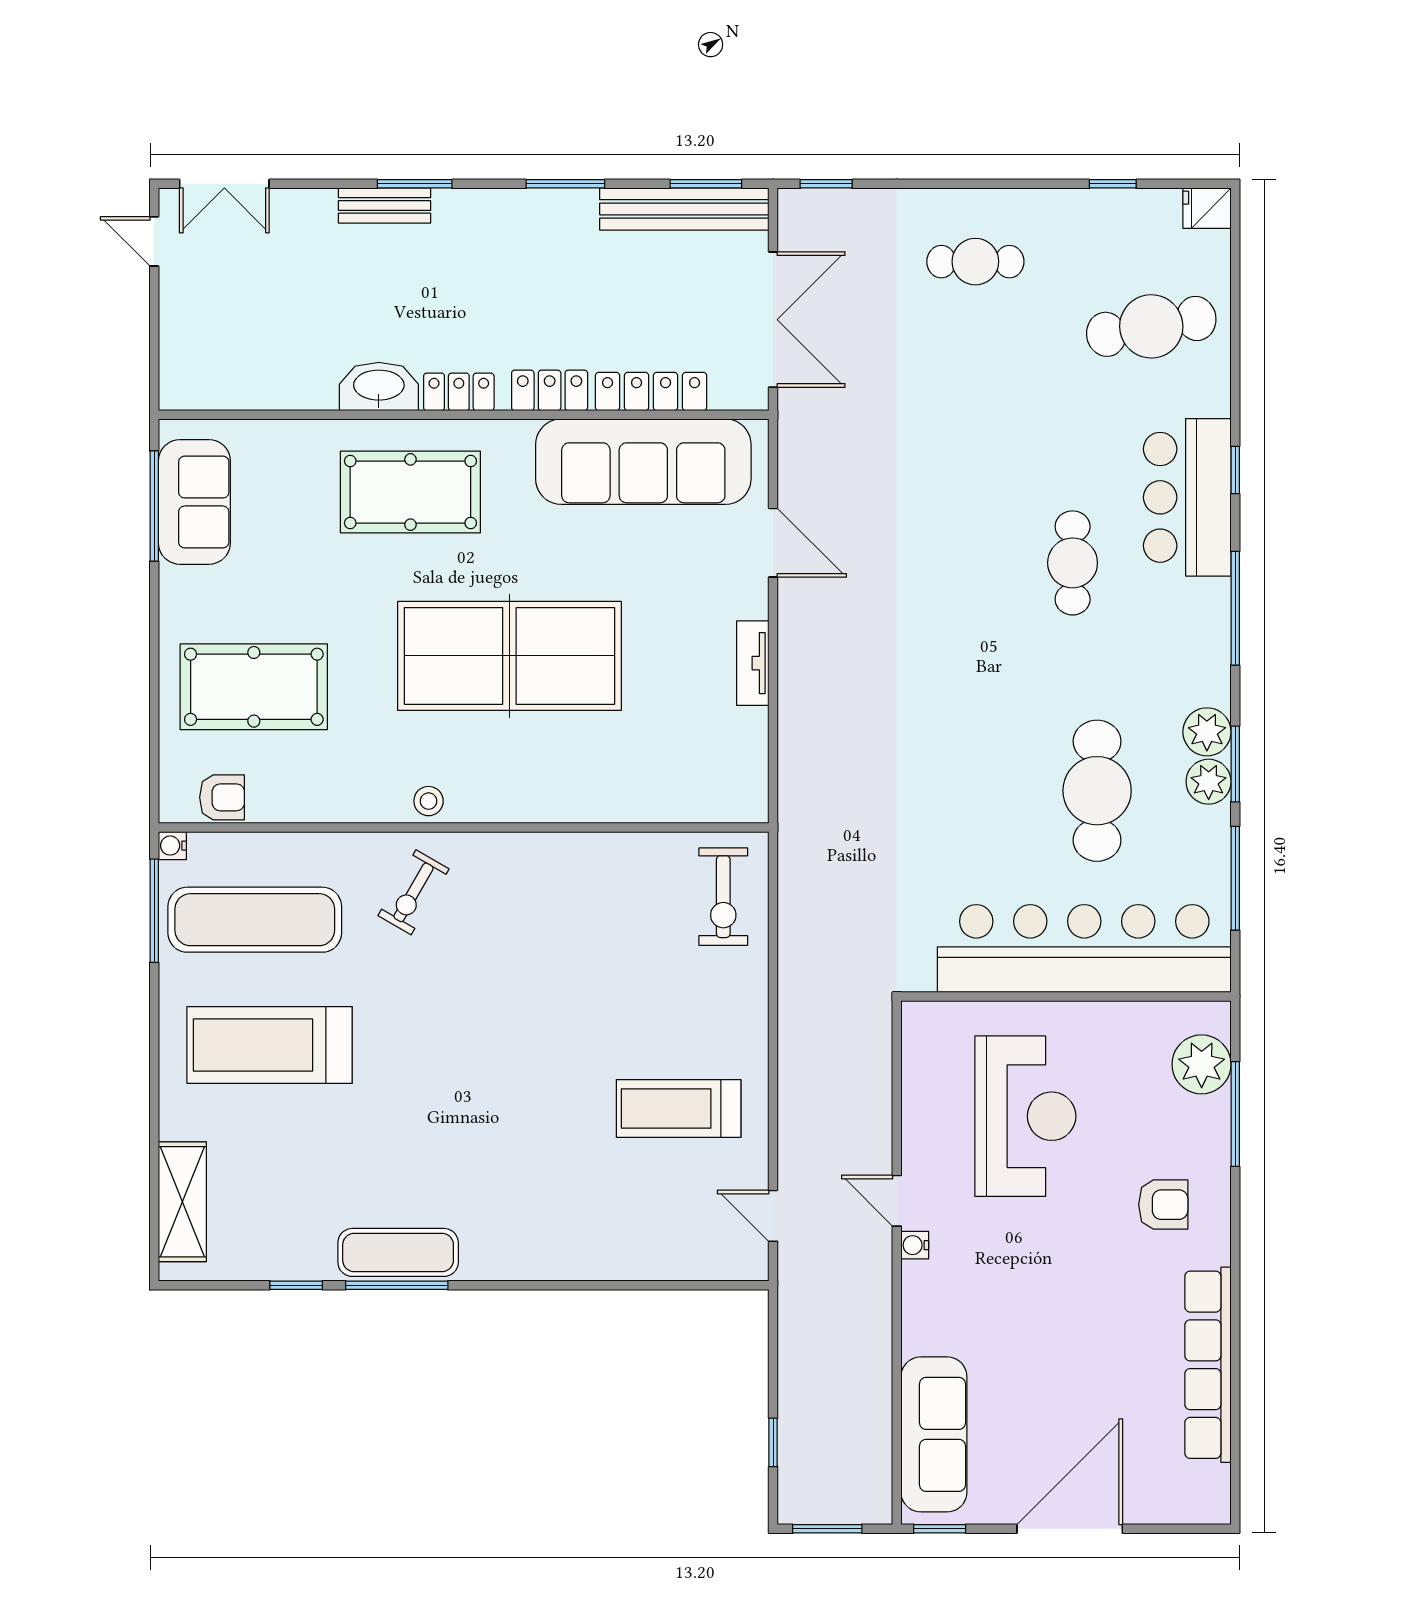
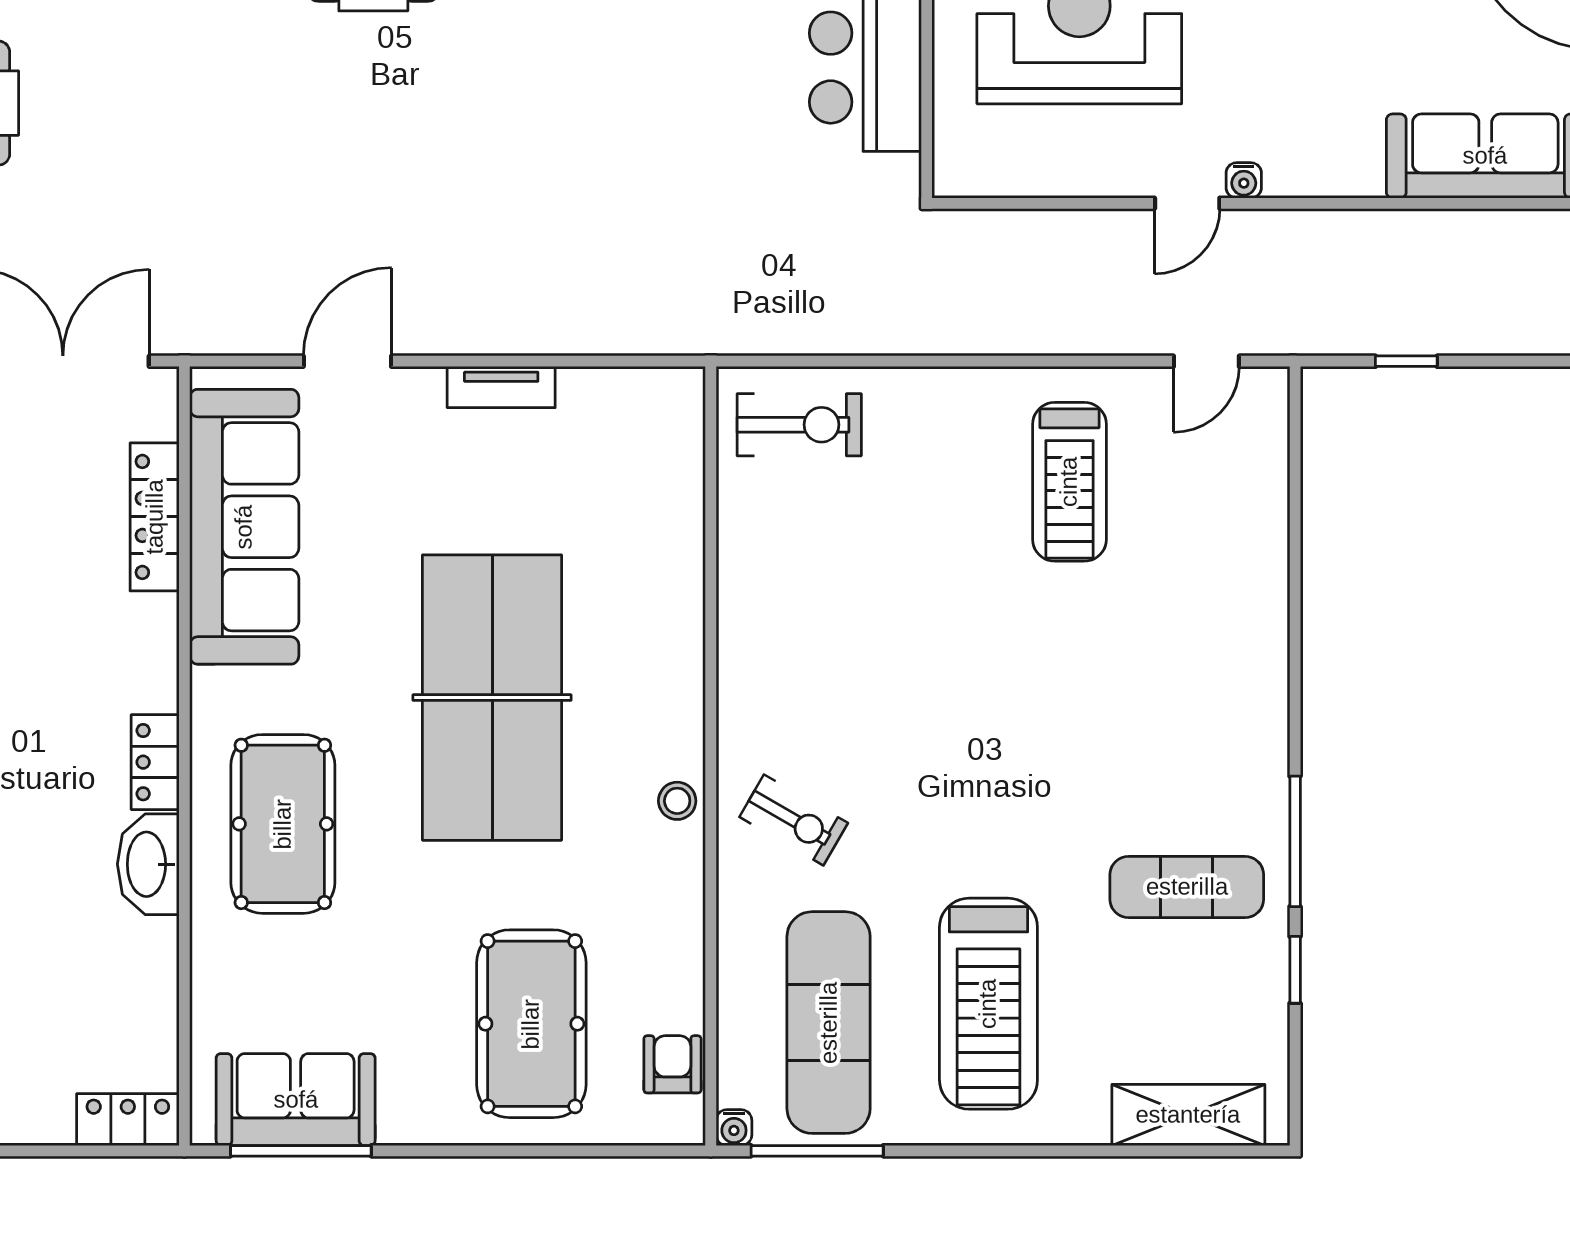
locker: (550, 390) -> (128, 1120), moved, turned 90
exercise mat: (398, 1252) -> (1187, 887), moved, turned 90
window: (773, 1442) -> (1406, 361), moved

